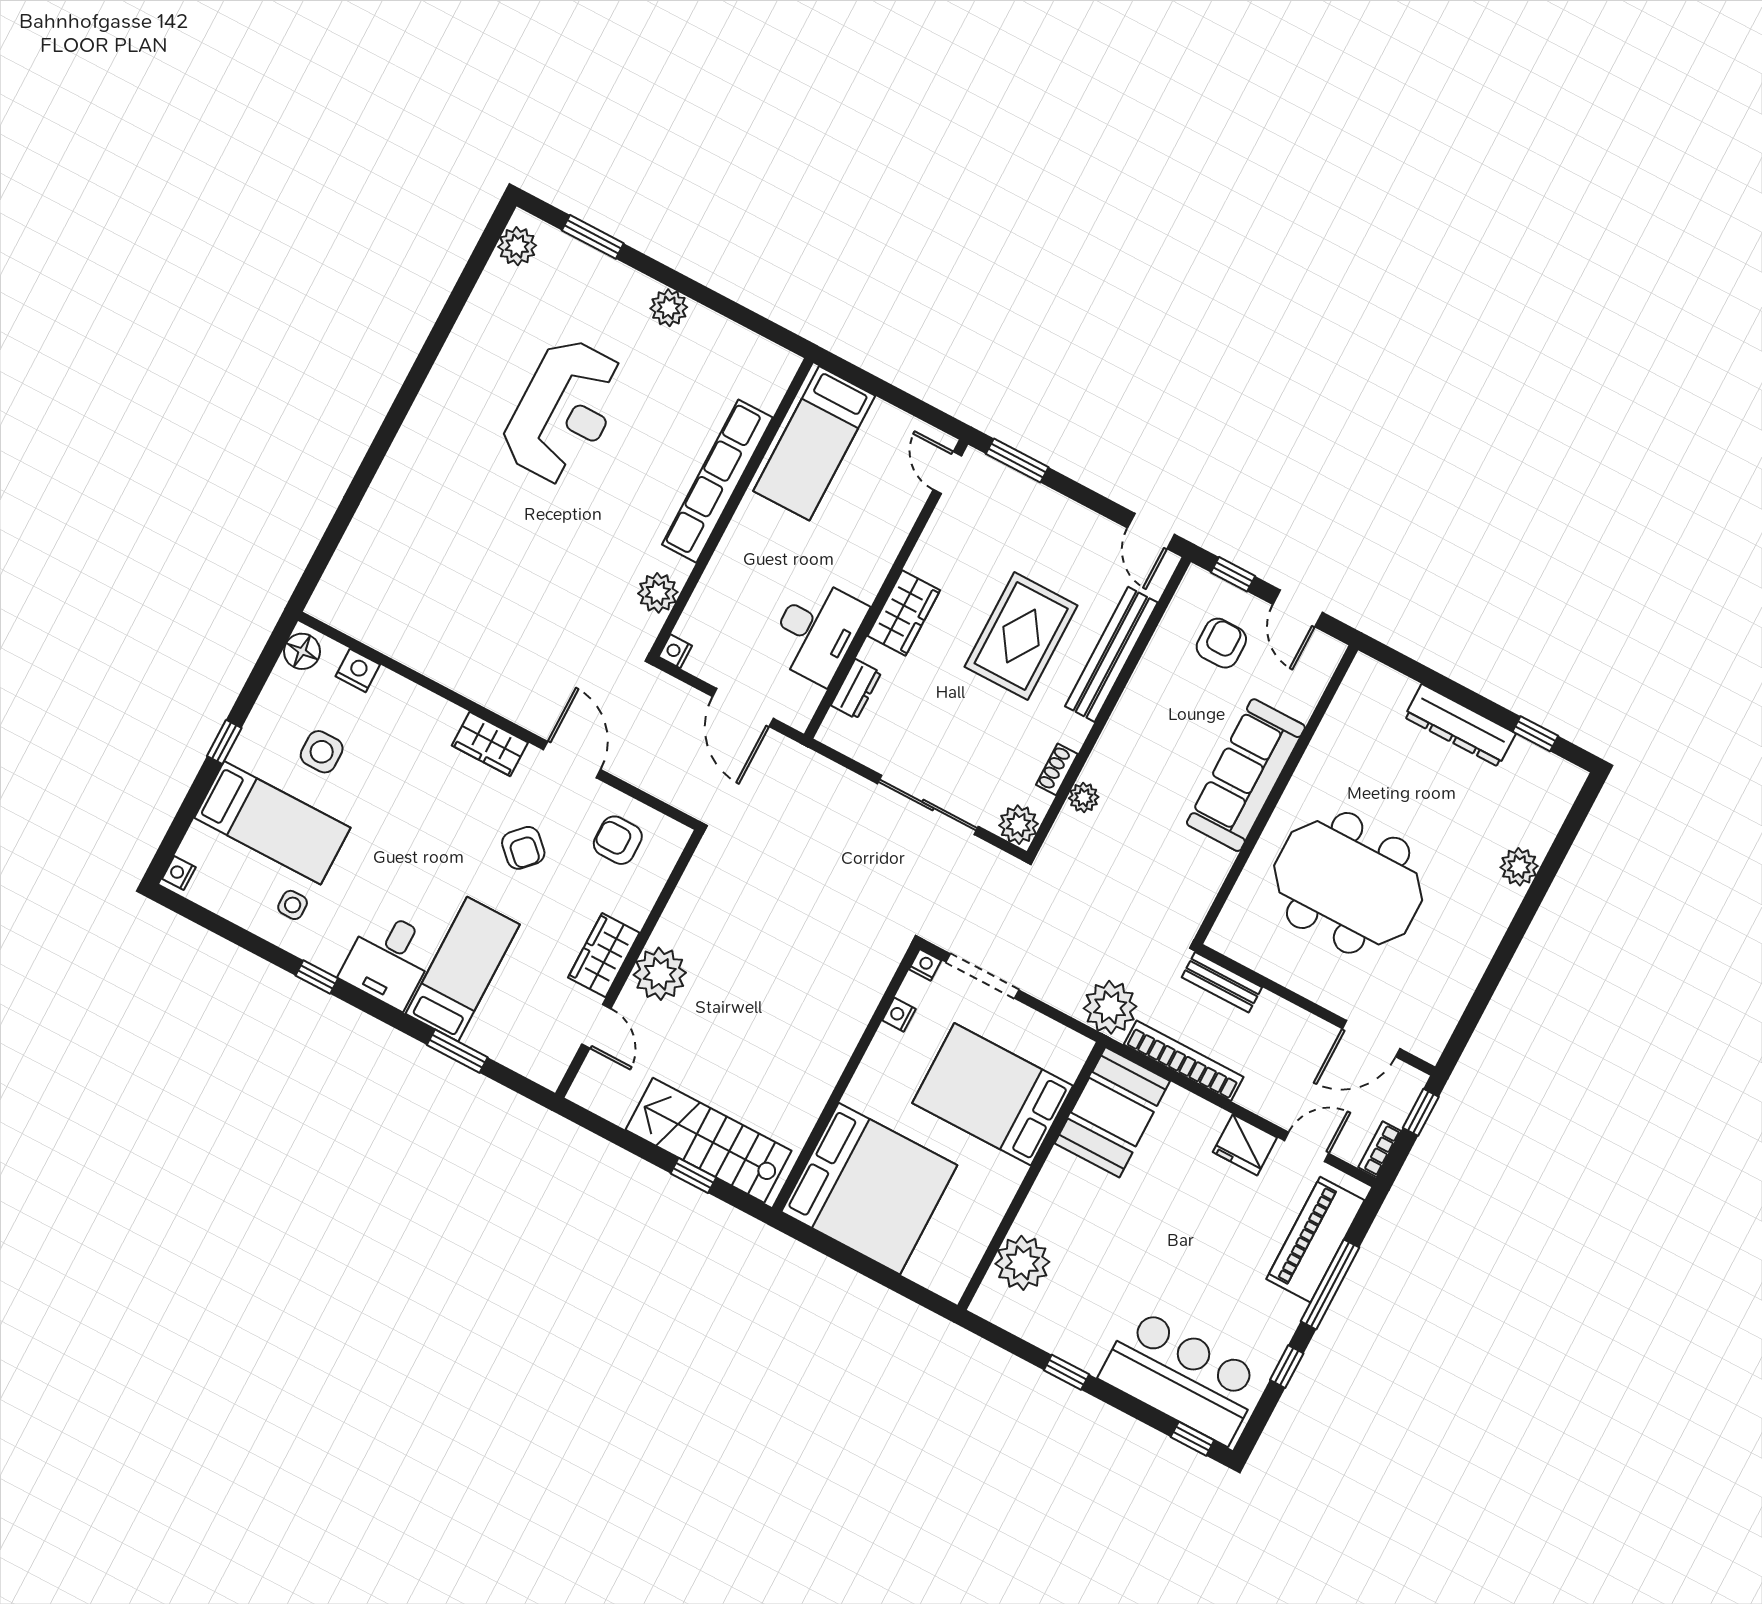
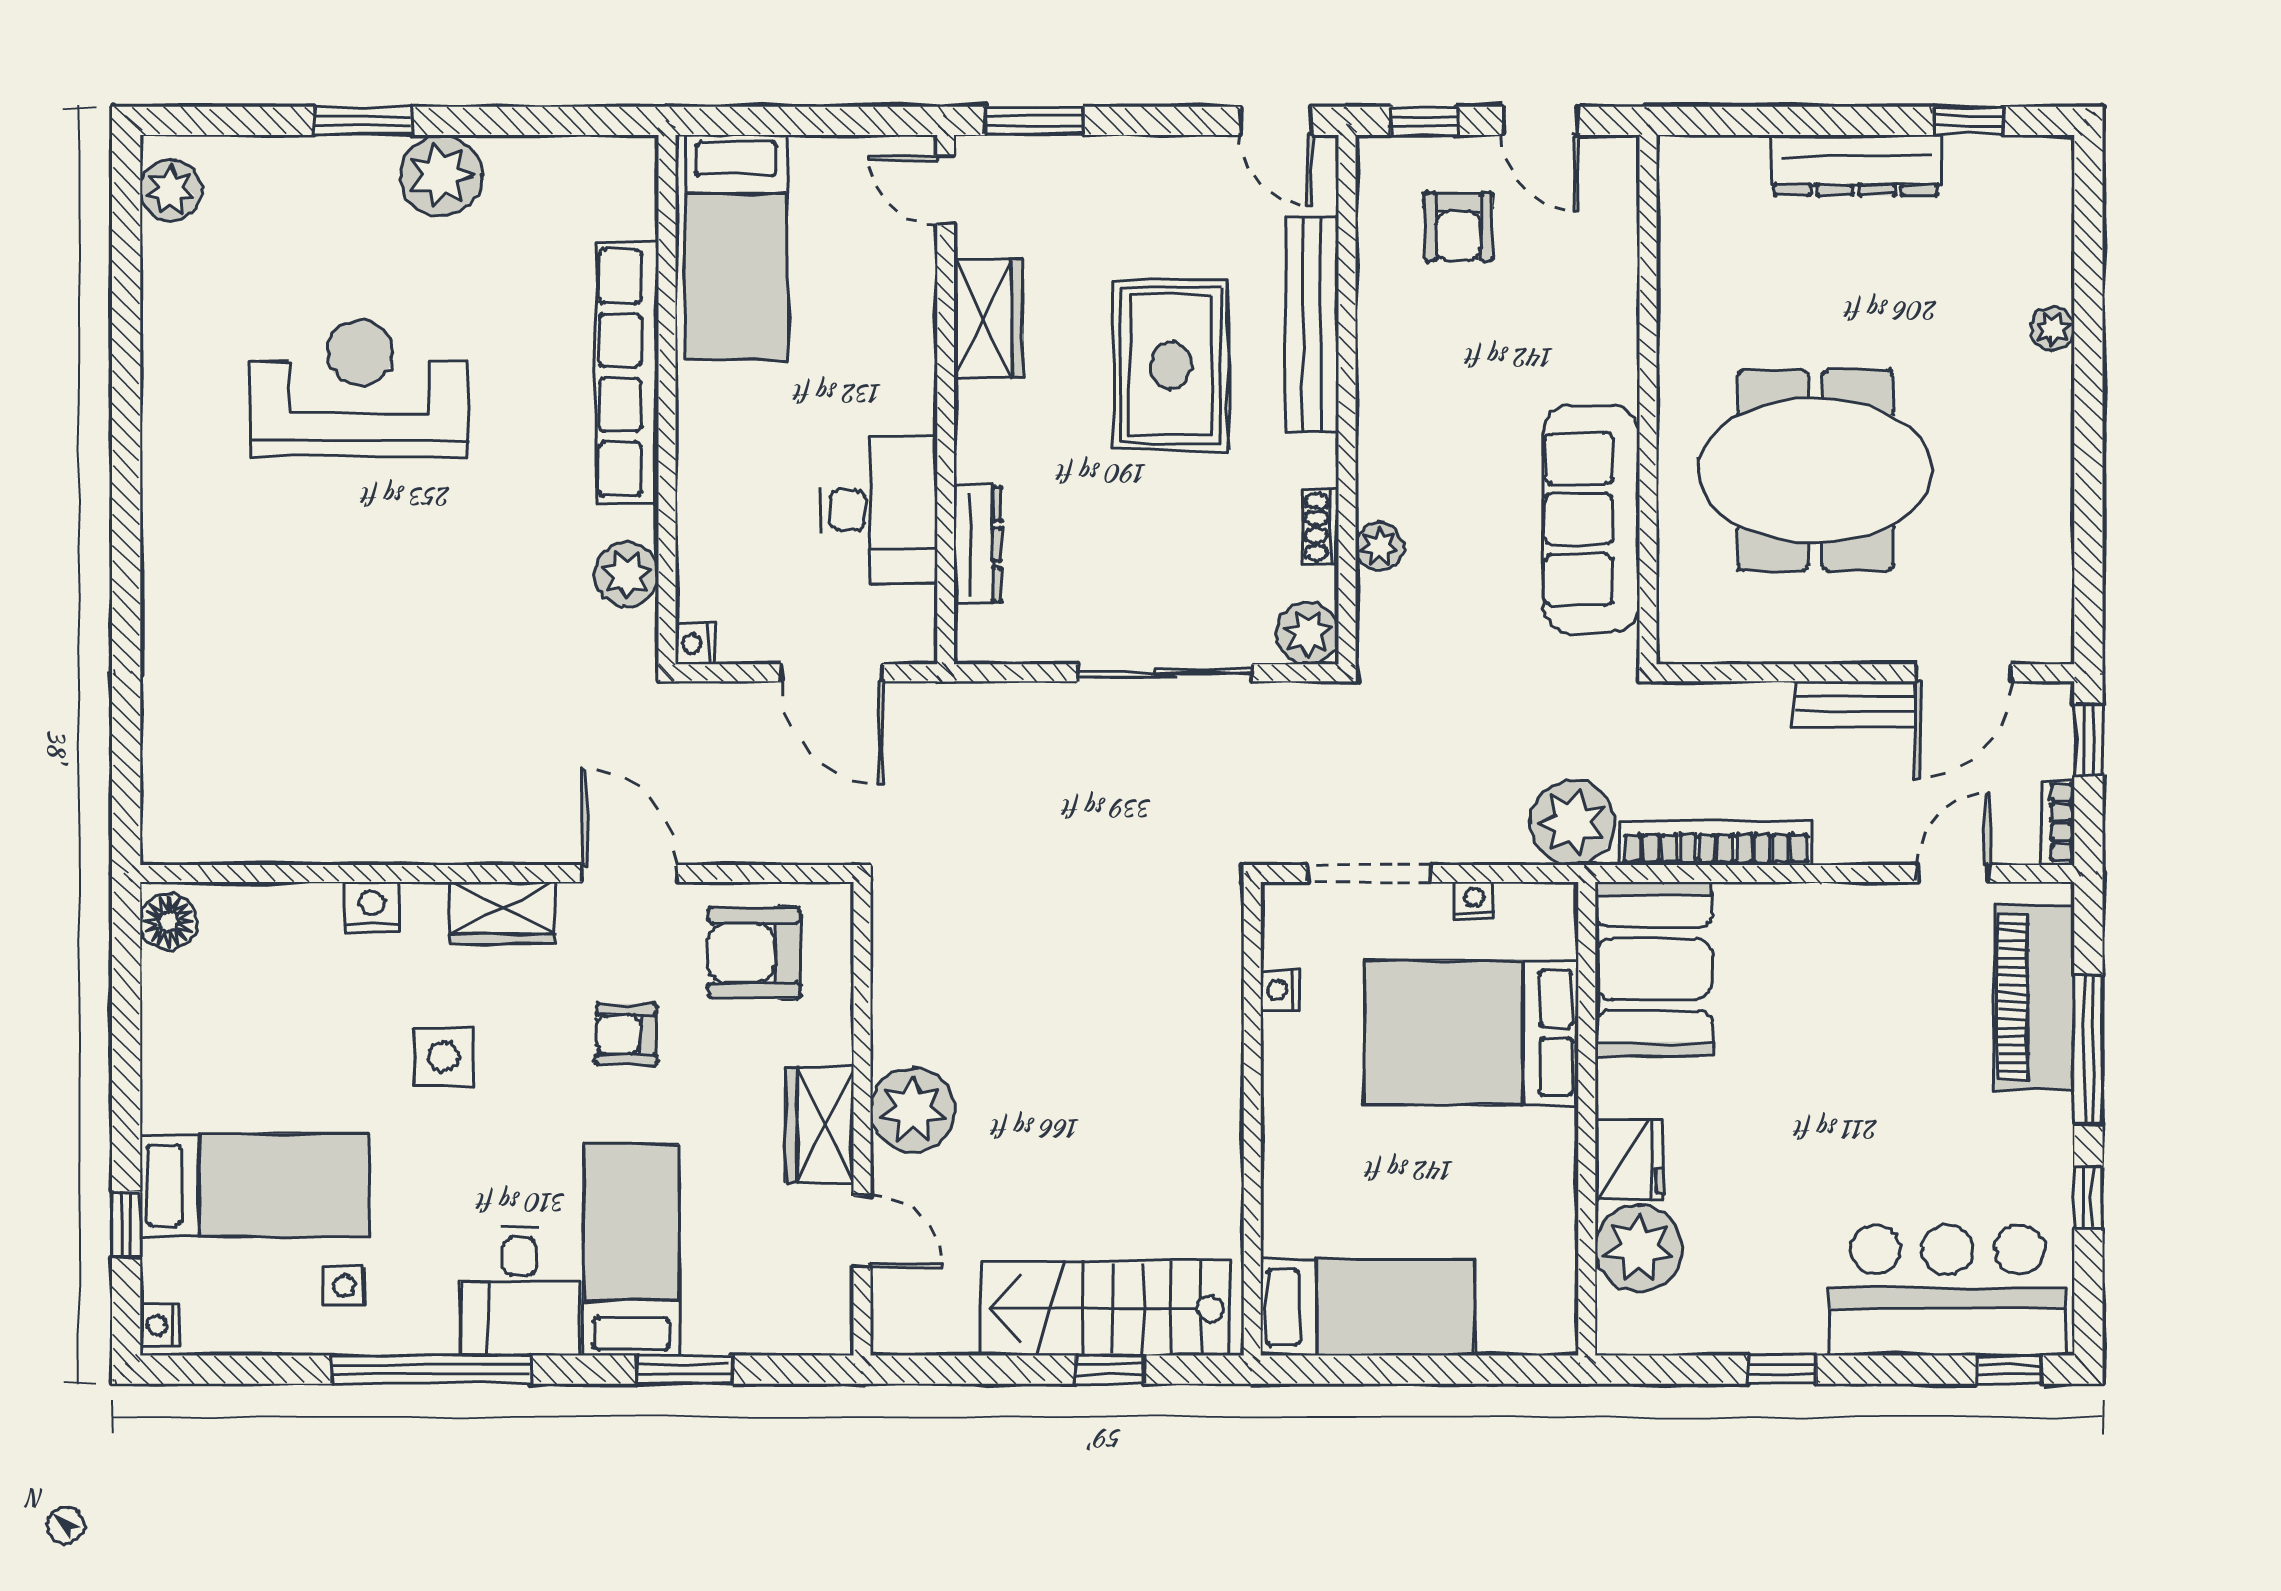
window: (593, 237) -> (363, 121), moved
plant: (669, 308) -> (441, 175), width x1.36, depth x1.36
reception desk: (564, 411) -> (360, 388), turned -90
wardrobe: (904, 613) -> (988, 318), moved
armchair: (1221, 643) -> (1458, 227), turned 180
nightstand: (358, 670) -> (372, 907), moved
dresser: (856, 689) -> (978, 544), width x1.44
window: (224, 742) -> (126, 1224), moved
side table: (322, 752) -> (444, 1057), moved
sofa: (1246, 775) -> (1591, 519), moved
armchair: (618, 840) -> (754, 953), width x1.38, depth x1.38
armchair: (523, 848) -> (627, 1034), turned 136
plant: (1519, 867) -> (2053, 329), width x0.73, depth x0.73
nightstand: (925, 965) -> (1474, 900), moved
window: (317, 977) -> (431, 1370), width x3.17
bench: (1222, 982) -> (1855, 704), moved
fridge: (1245, 1145) -> (1629, 1160), moved, turned -90
bed: (869, 1189) -> (1368, 1307), width x0.49

